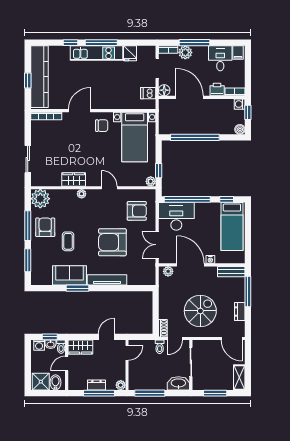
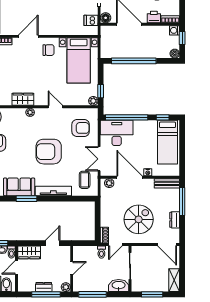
coffee table: (68, 241) -> (85, 180), moved
armchair: (112, 242) -> (49, 152), moved
door: (127, 353) -> (72, 268), moved

